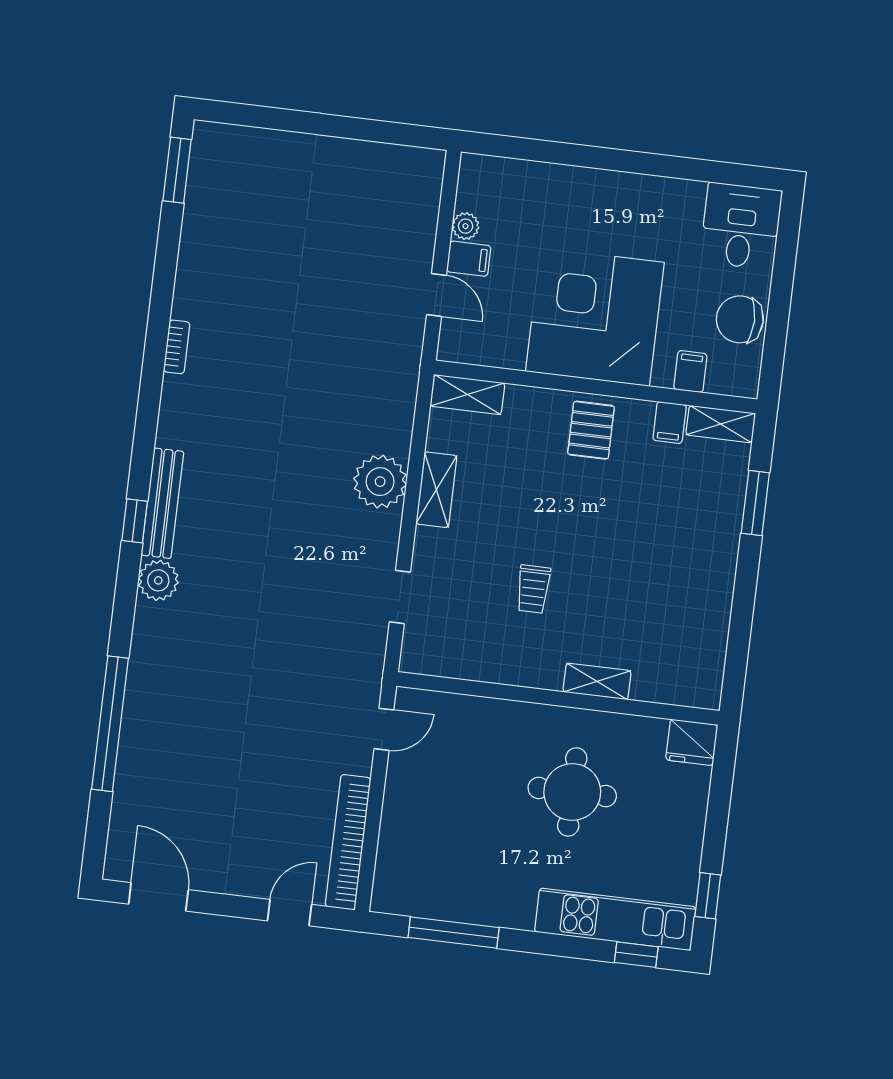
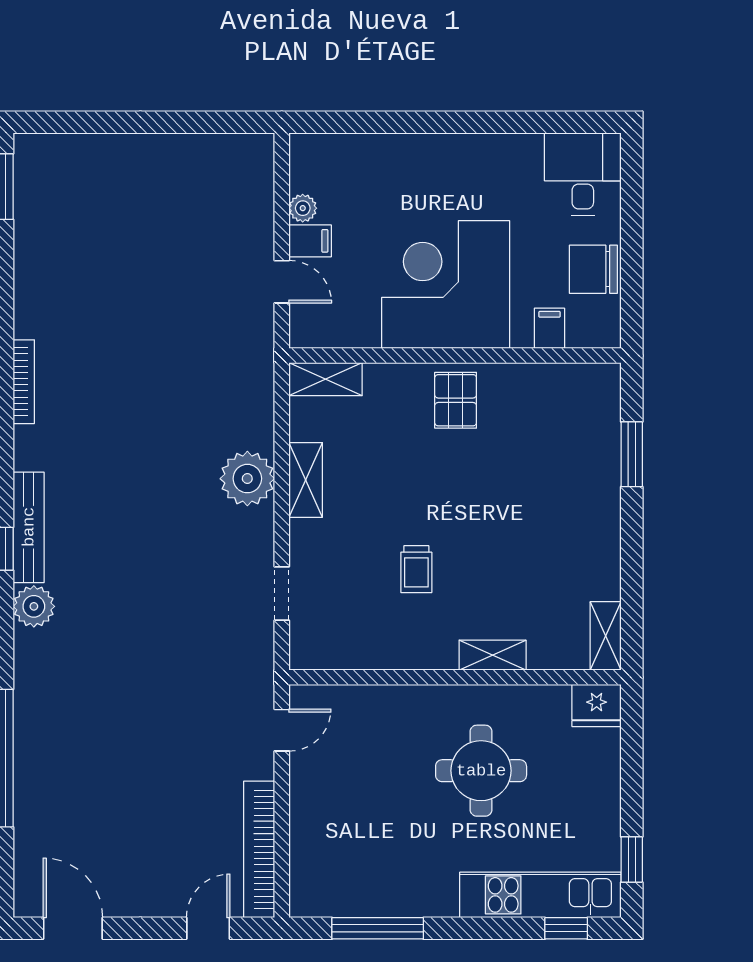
bookcase: (177, 347) -> (24, 382), width x1.56
filing cabinet: (670, 423) -> (535, 383), removed
shelving: (721, 424) -> (606, 636), moved, turned 90

